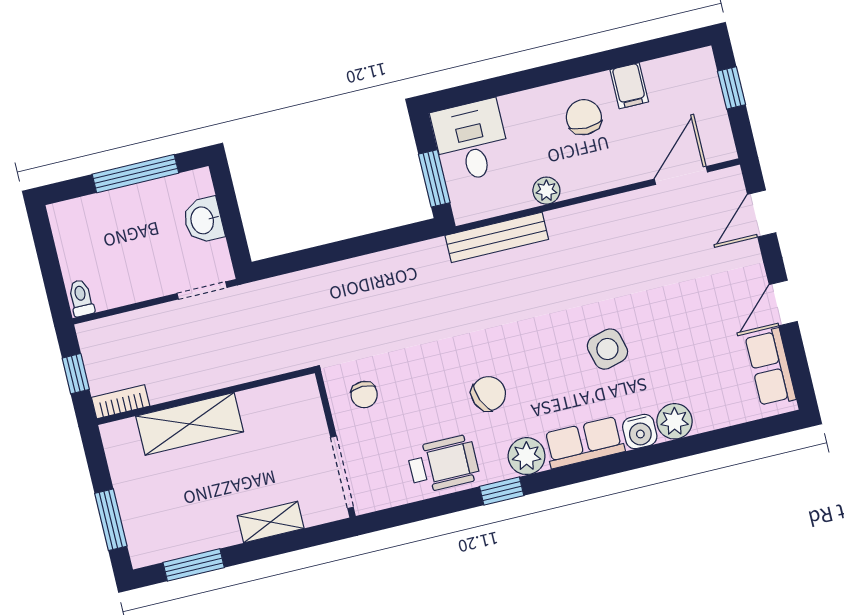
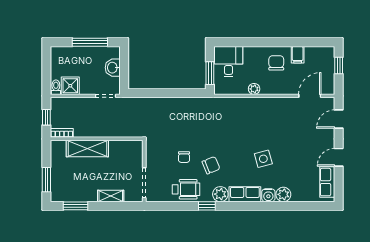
bench: (497, 237) -> (229, 103), removed
shower: (114, 286) -> (70, 86), added
chair: (364, 395) -> (184, 157), moved

